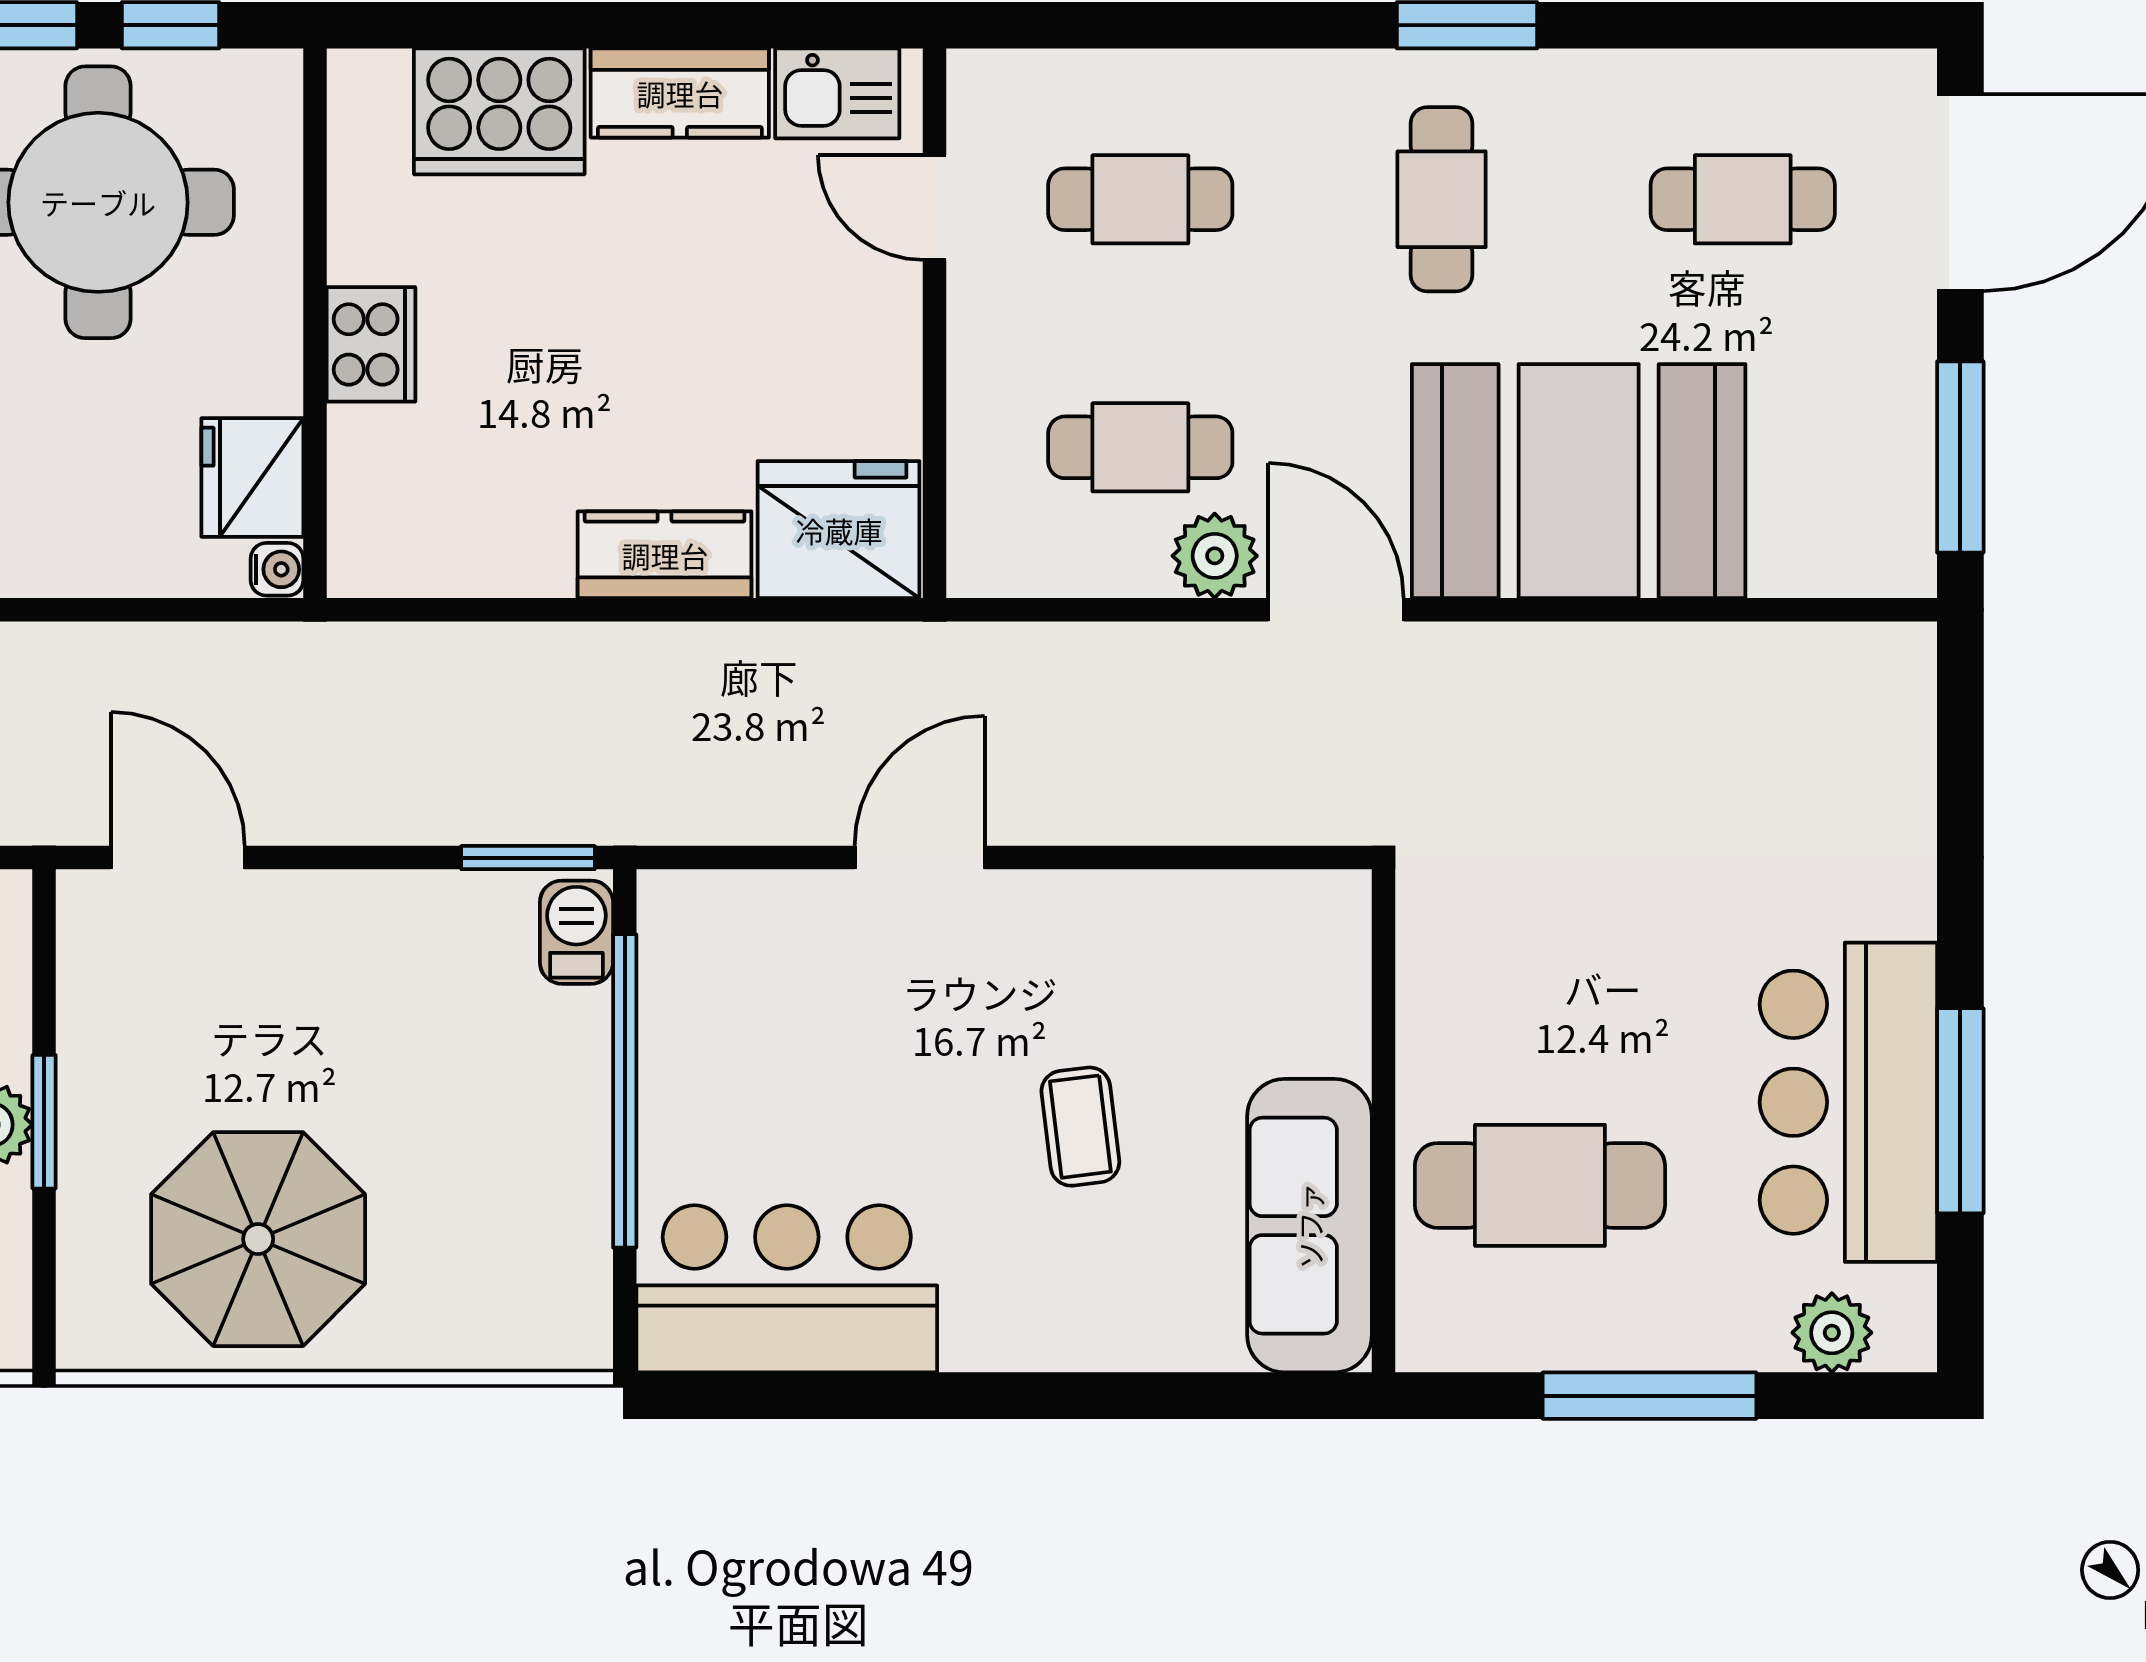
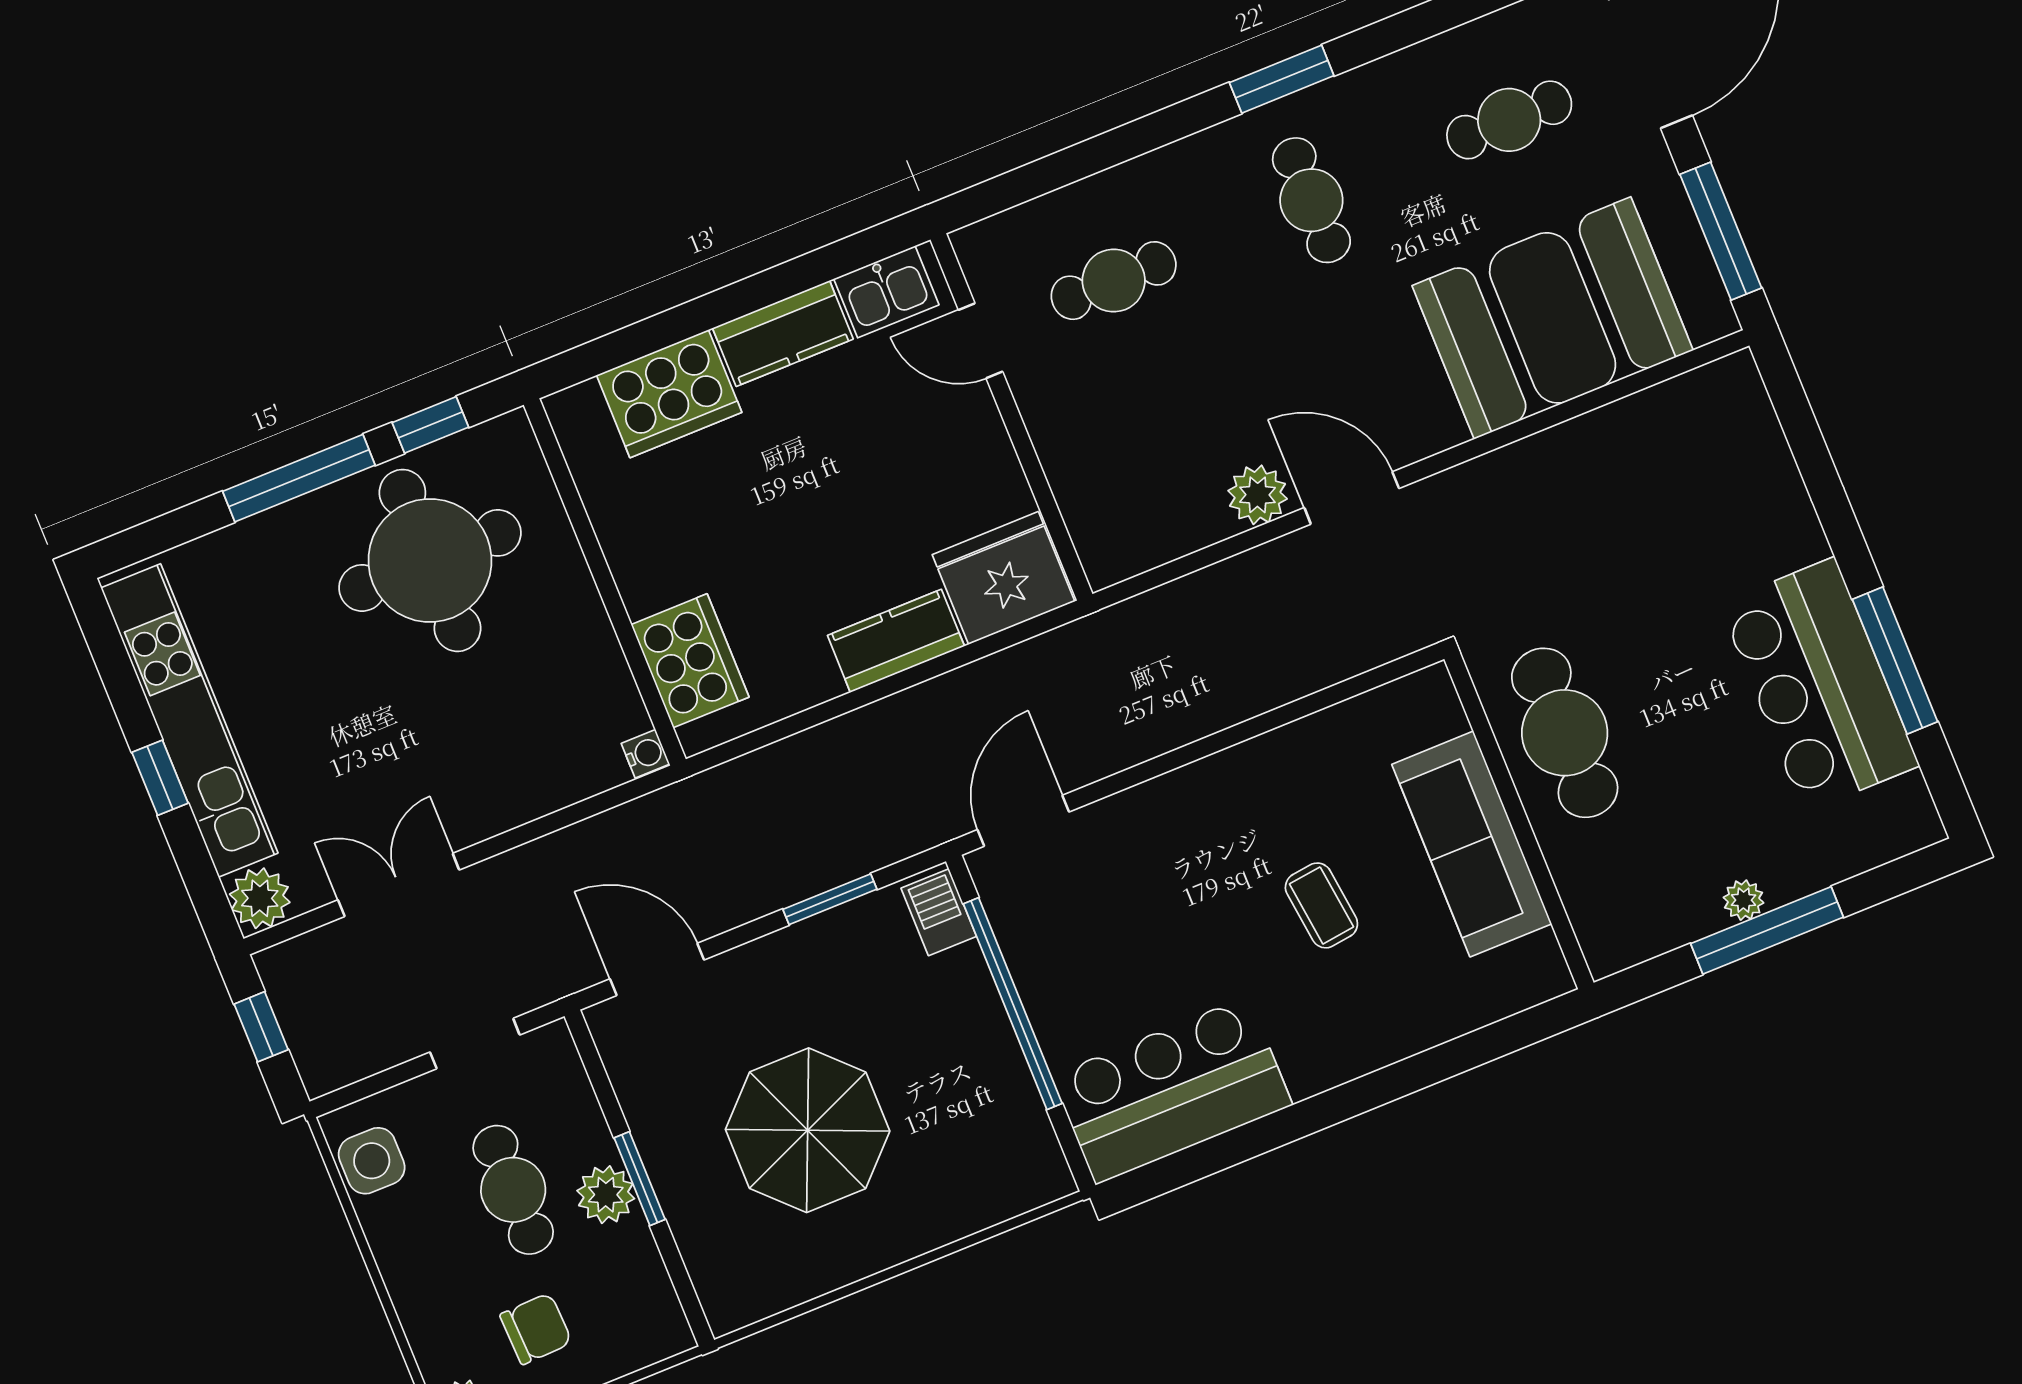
cooker: (371, 344) -> (690, 661), moved, width x1.37, depth x1.31
cafe table: (1140, 447) -> (1180, 443), removed
fridge: (252, 477) -> (605, 700), removed
booth: (1579, 481) -> (1553, 318), moved
window: (528, 858) -> (830, 899), moved
door: (920, 858) -> (1023, 821), moved
cafe table: (1540, 1185) -> (1565, 733), moved, turned 90
sofa: (1309, 1226) -> (1472, 844), moved
parasol: (258, 1239) -> (808, 1130), moved
plant: (1832, 1333) -> (1744, 900), moved, width x0.73, depth x0.73

